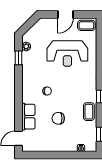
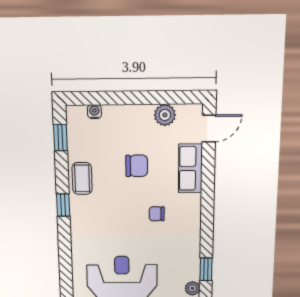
plant: (43, 146) -> (165, 115), added

